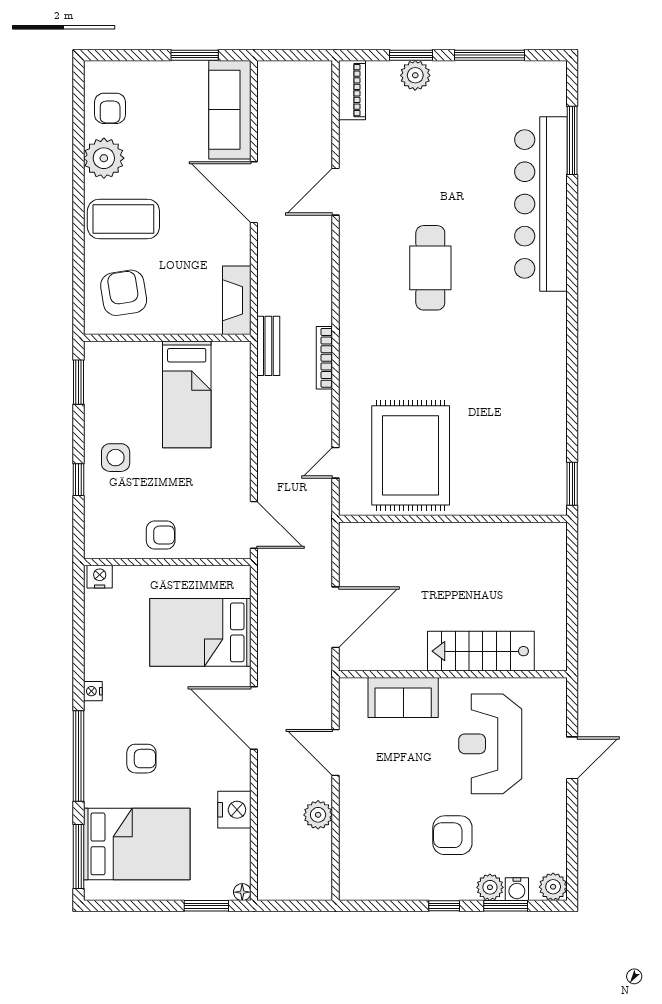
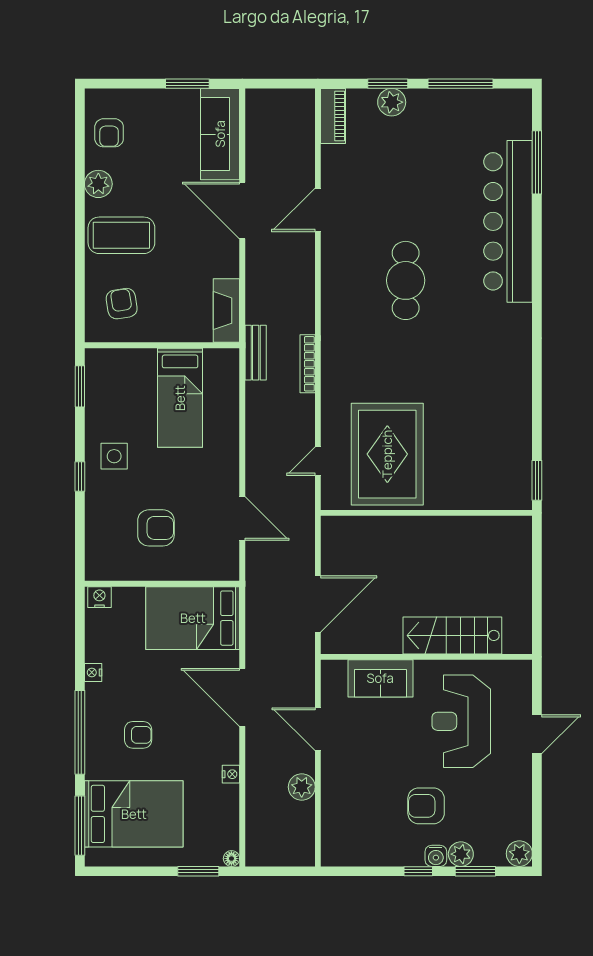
plant: (104, 158) -> (98, 184), width x0.73, depth x0.73
armchair: (124, 293) -> (122, 304), width x0.72, depth x0.72
armchair: (161, 535) -> (156, 528), width x1.38, depth x1.38
wall: (167, 562) -> (162, 584), moved
nightstand: (100, 577) -> (99, 597), moved
nightstand: (234, 810) -> (231, 774), width x0.53, depth x0.56
water cooler: (517, 889) -> (436, 856), moved

